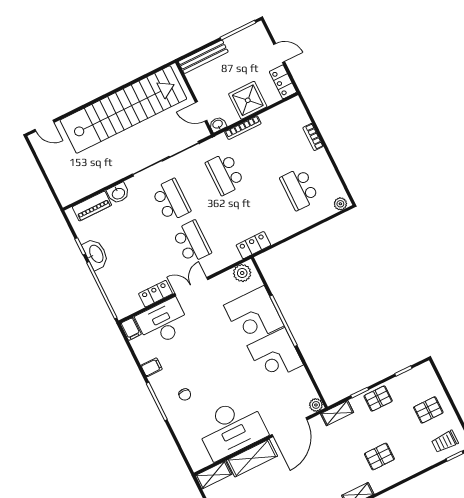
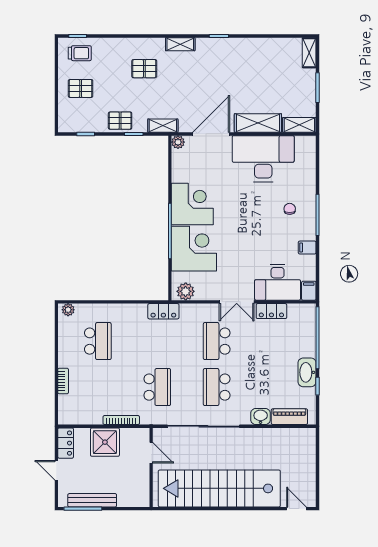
bench: (203, 57) -> (92, 500), moved
washbasin: (218, 124) -> (142, 434), removed

